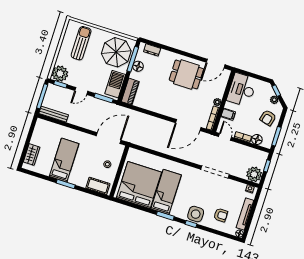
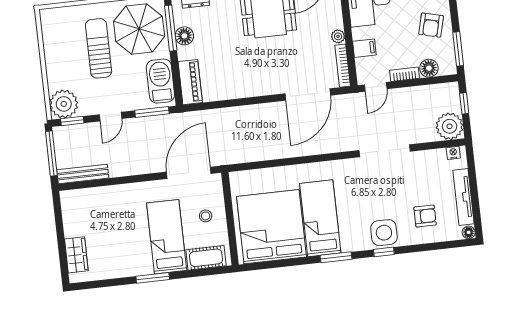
sun lounger: (81, 43) -> (99, 48), moved
door: (225, 137) -> (376, 87), swing flipped
bed: (64, 160) -> (167, 237), moved

